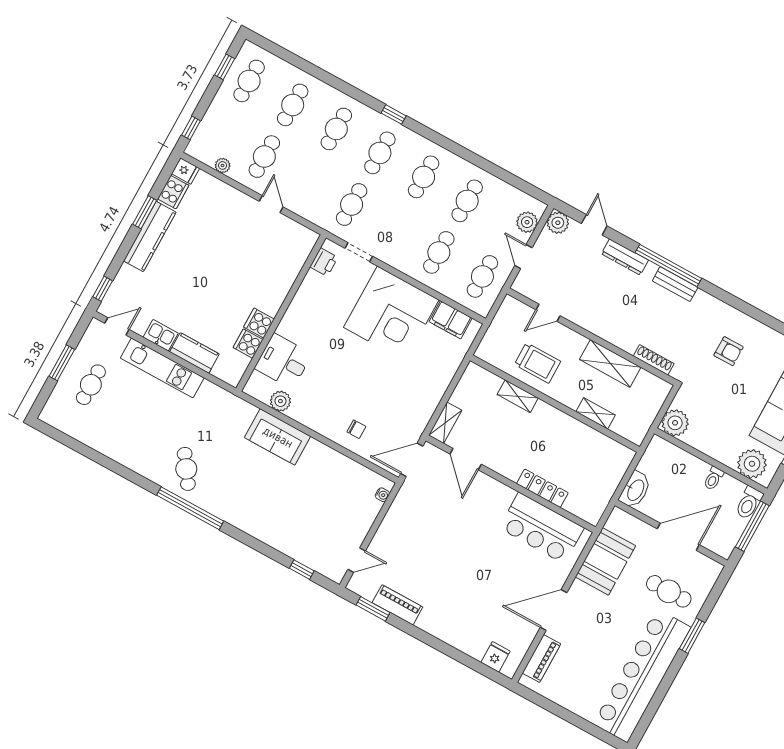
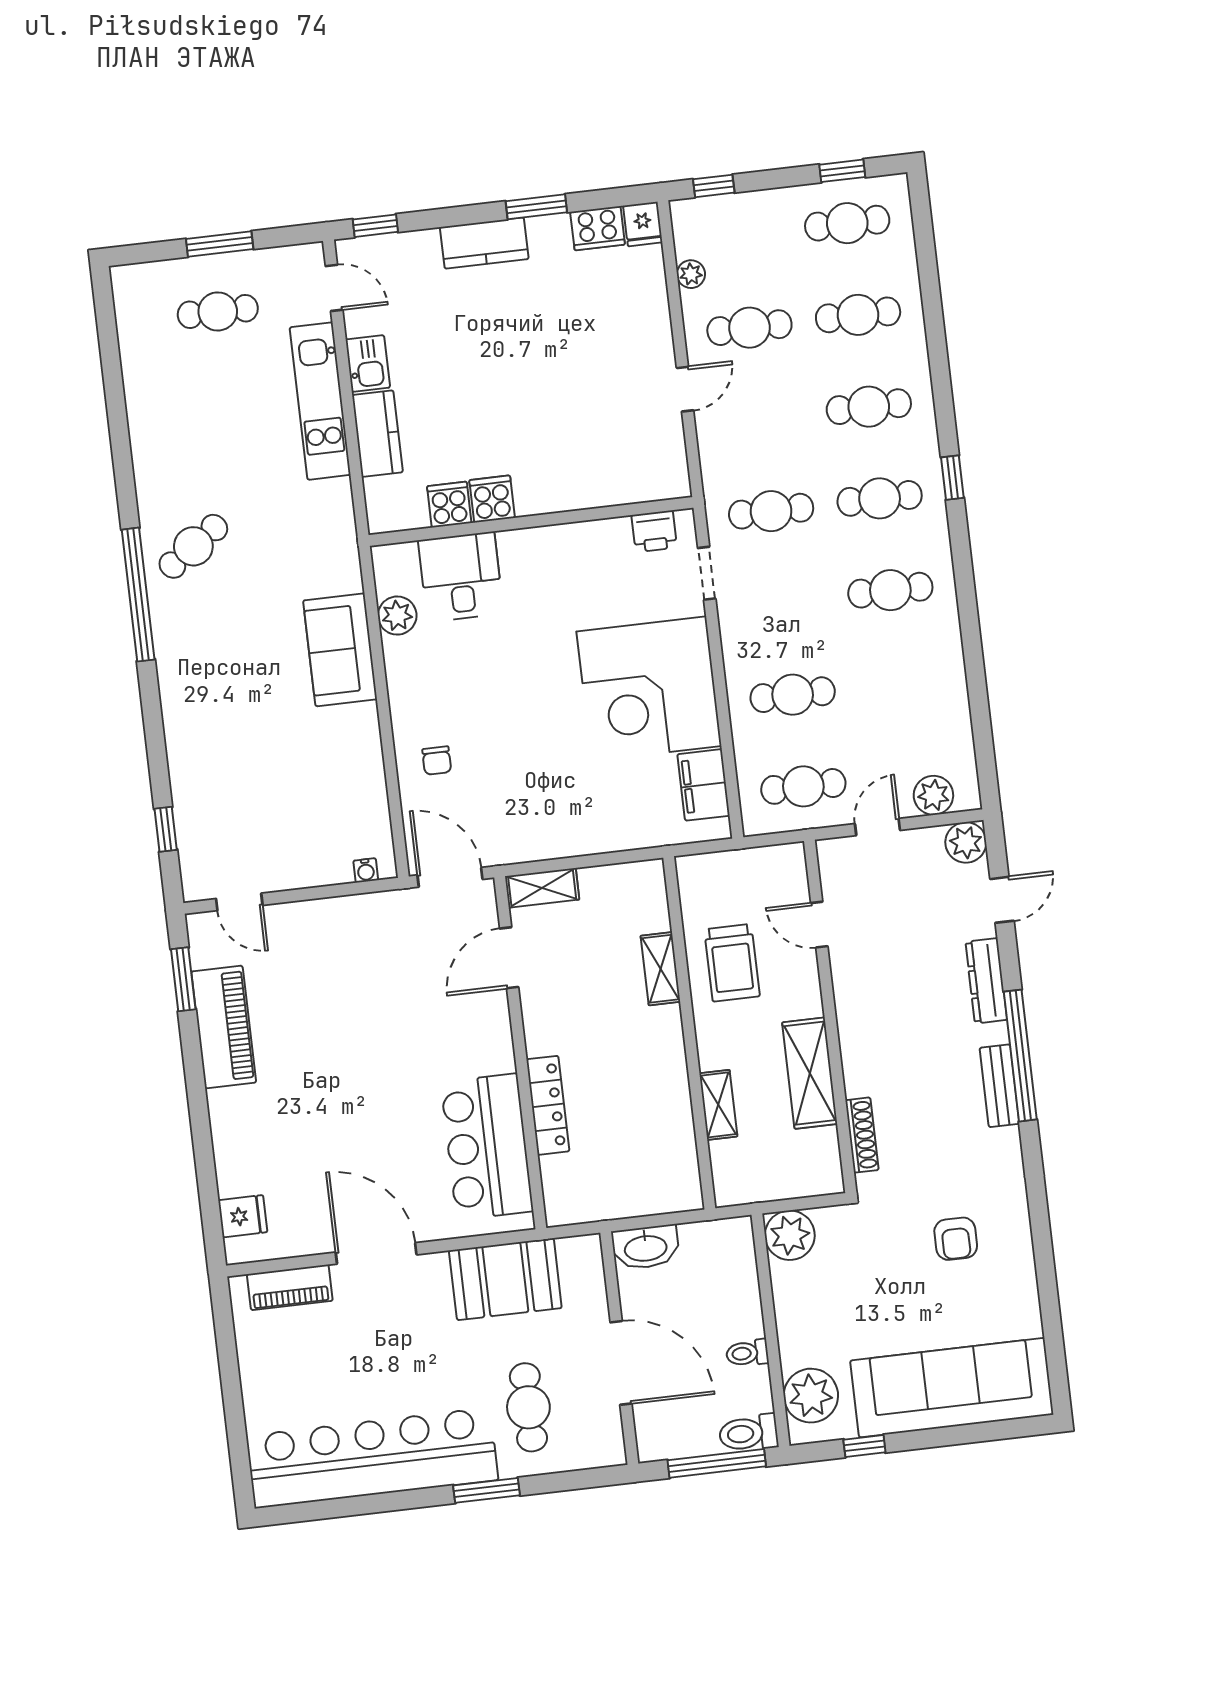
cafe table: (467, 201) -> (901, 682), removed
kitchen counter: (150, 236) -> (484, 243), width x0.67
piano: (397, 605) -> (224, 1027), width x1.37, depth x1.33

